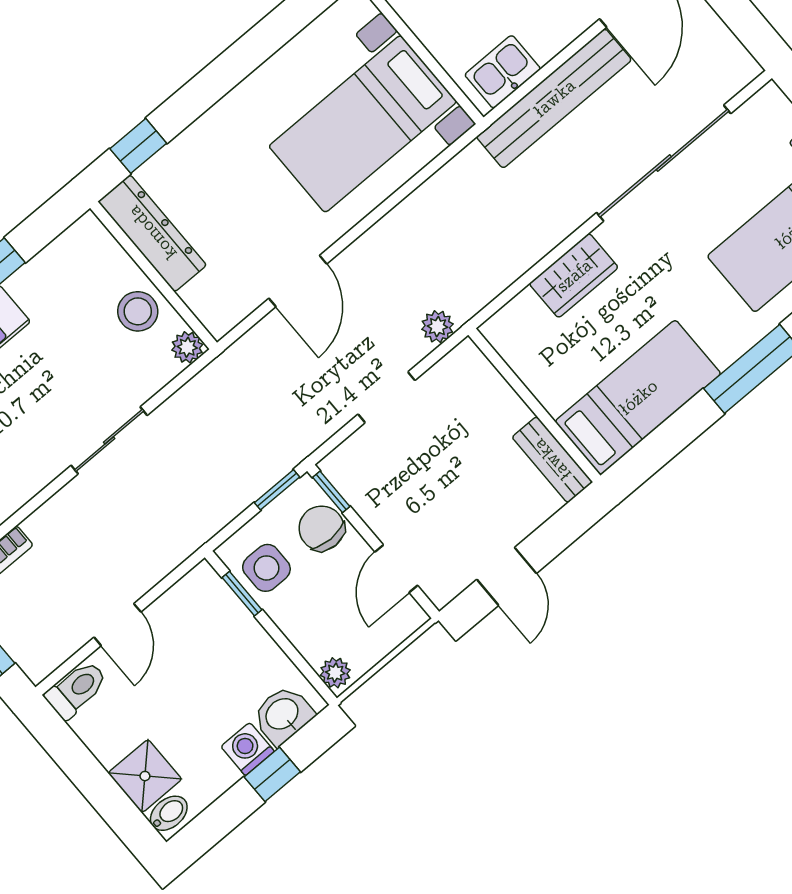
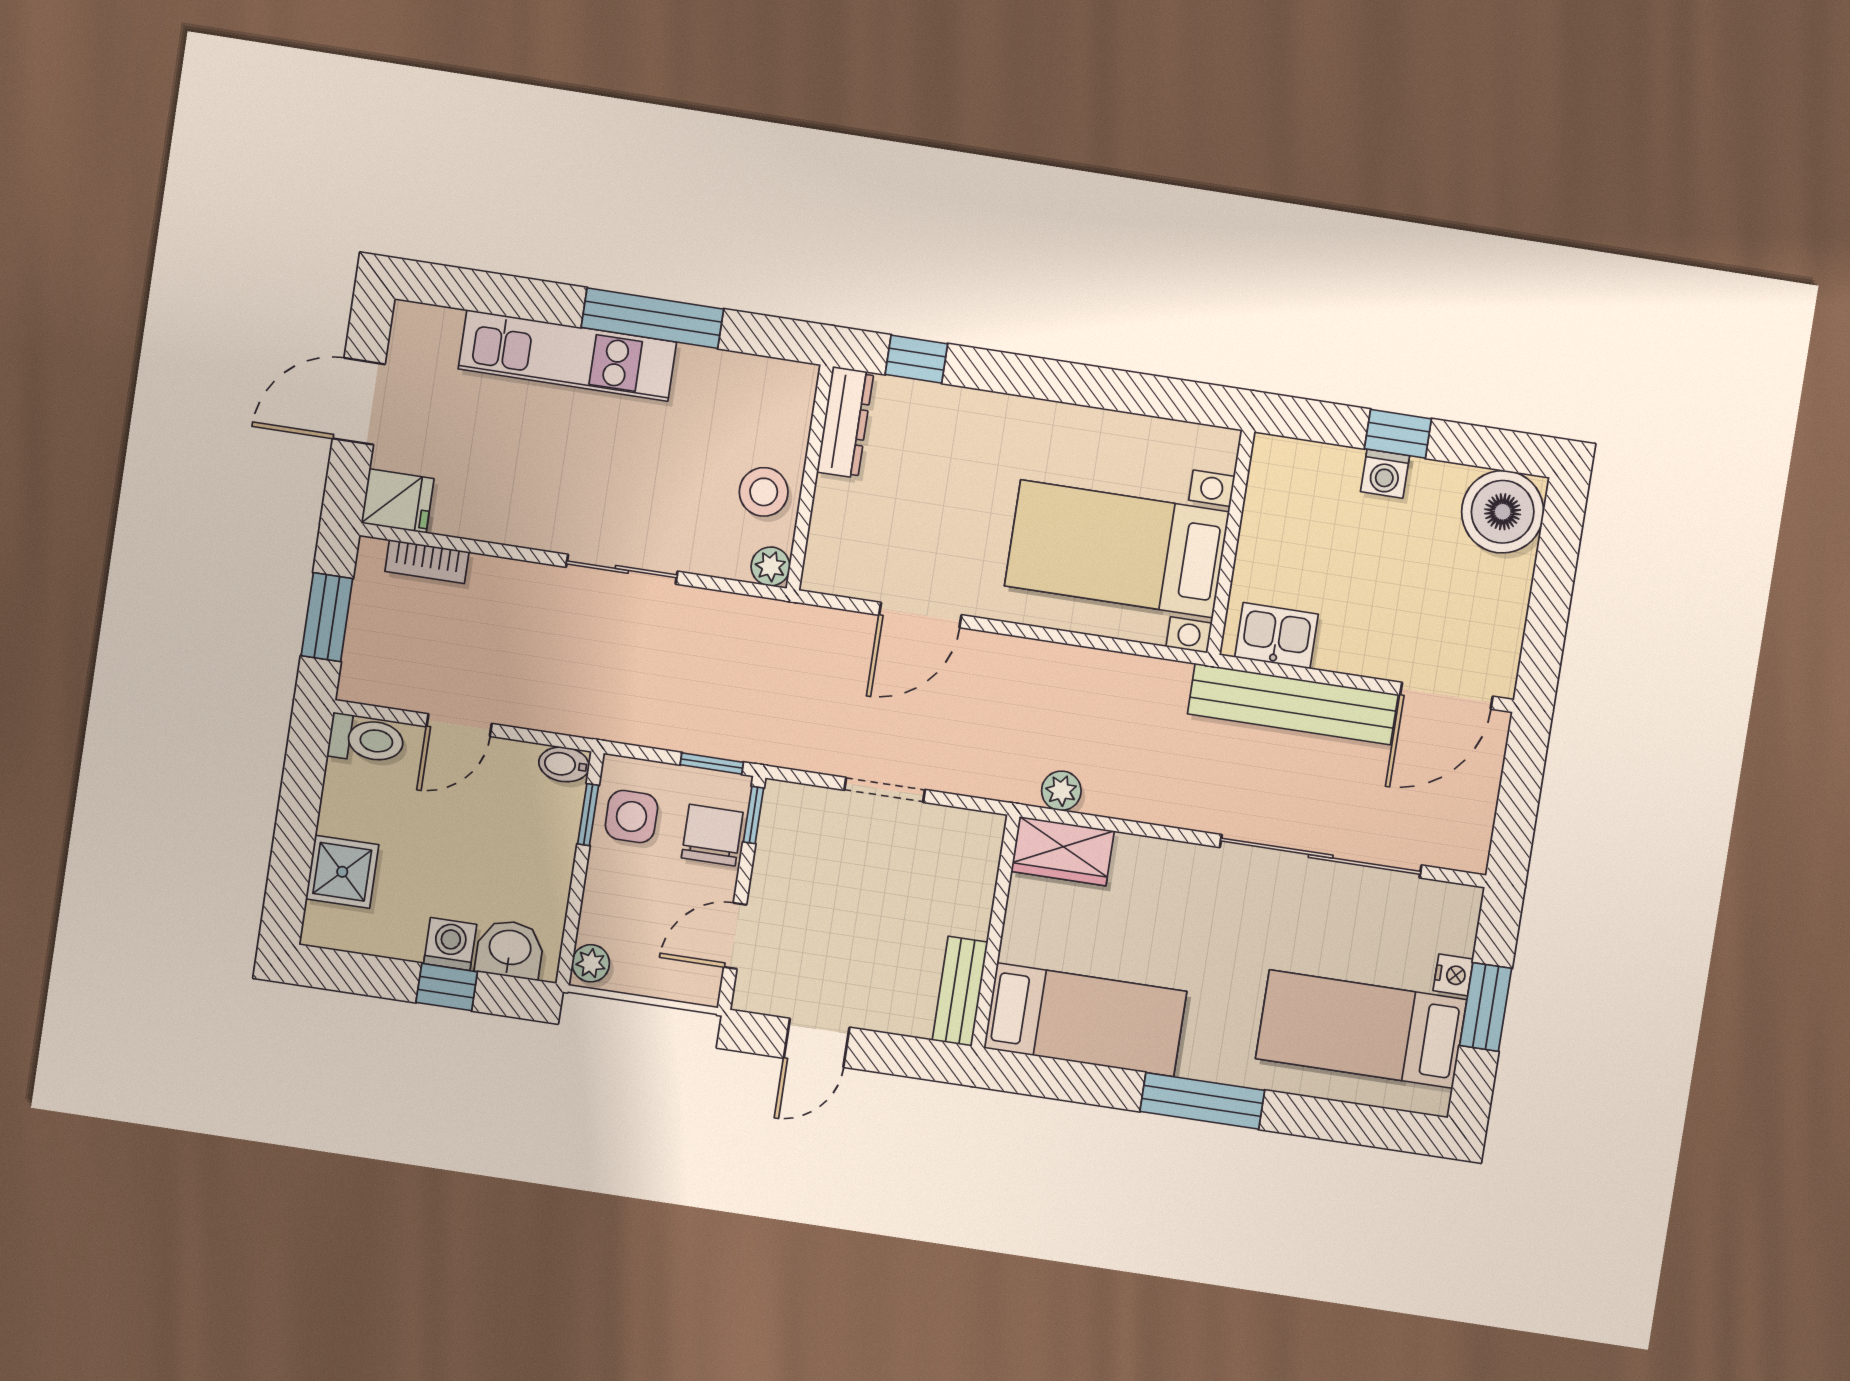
dresser: (152, 233) -> (845, 422), width x0.73, depth x0.80
wardrobe: (574, 275) -> (1063, 851), moved
plant: (437, 327) -> (1061, 791), moved
bidet: (169, 813) -> (564, 764), moved, turned 180

